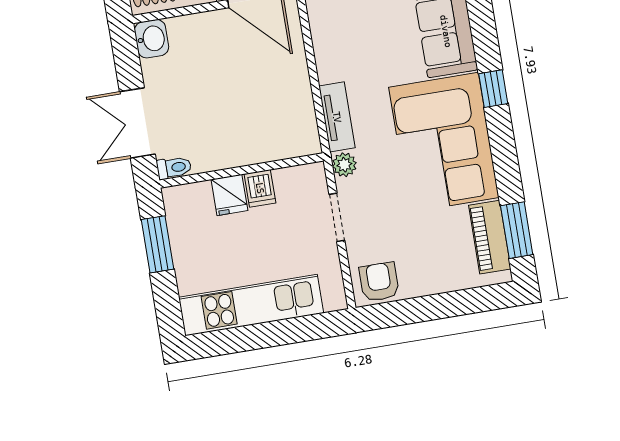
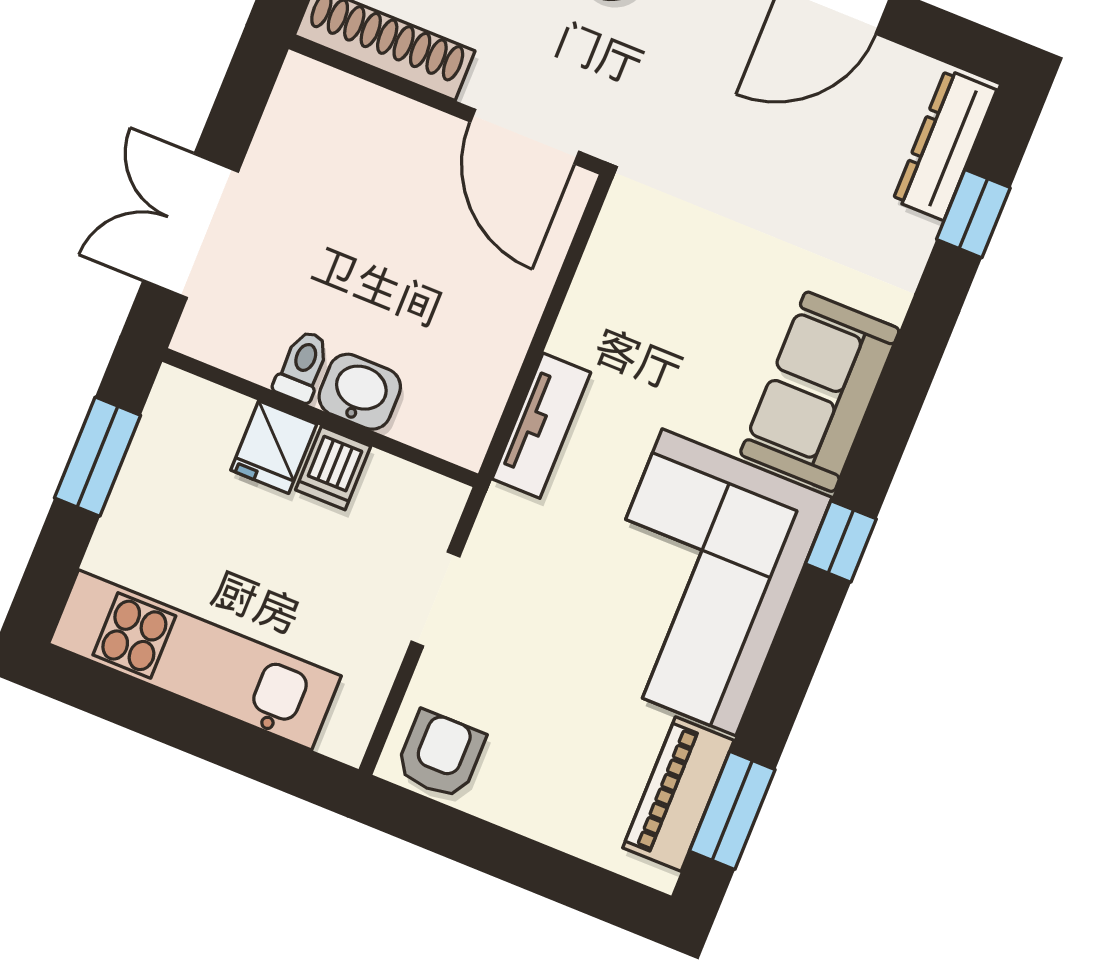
washbasin: (152, 39) -> (360, 392), moved, turned -90
plant: (344, 165) -> (504, 516), removed
toilet: (174, 168) -> (302, 366), moved, turned -90

